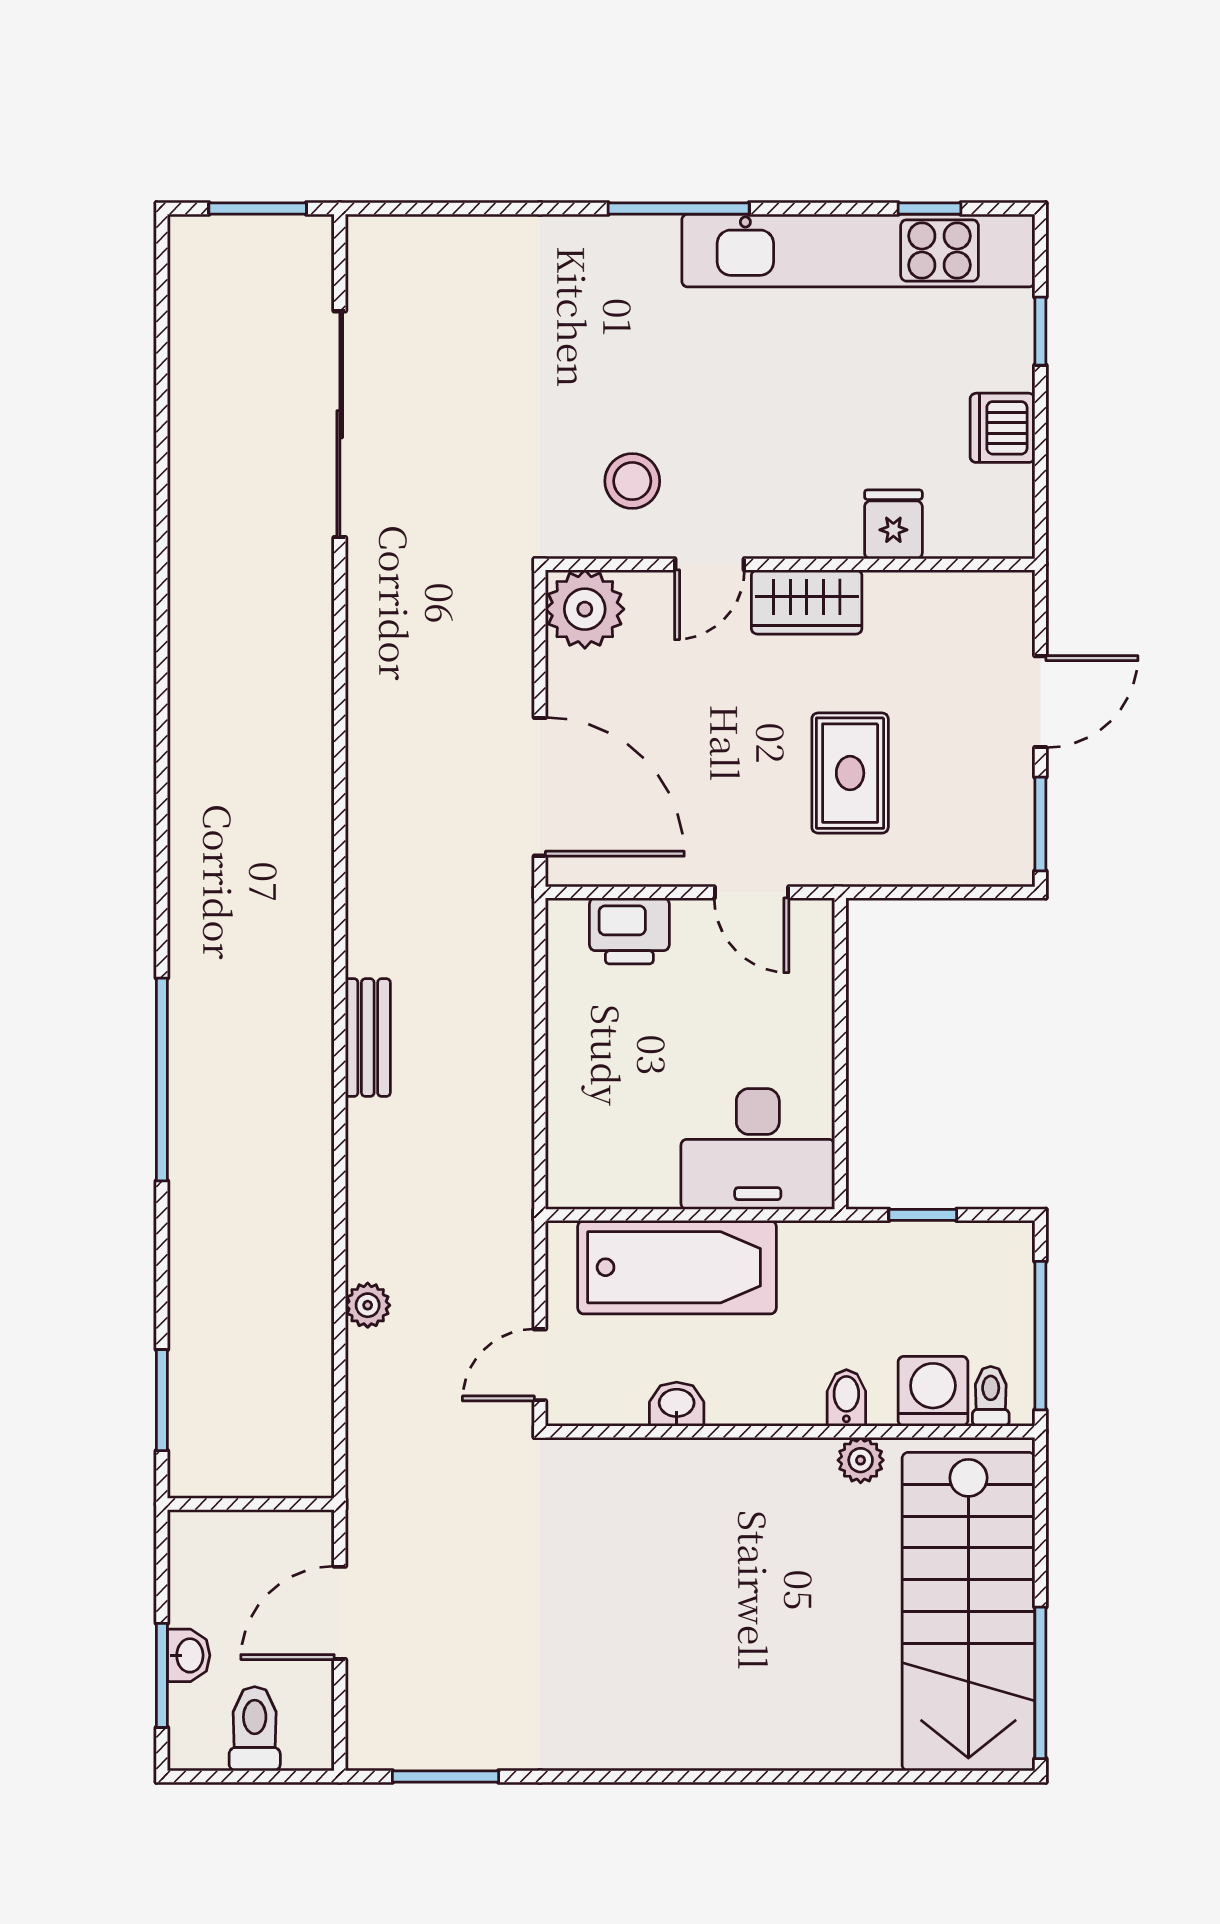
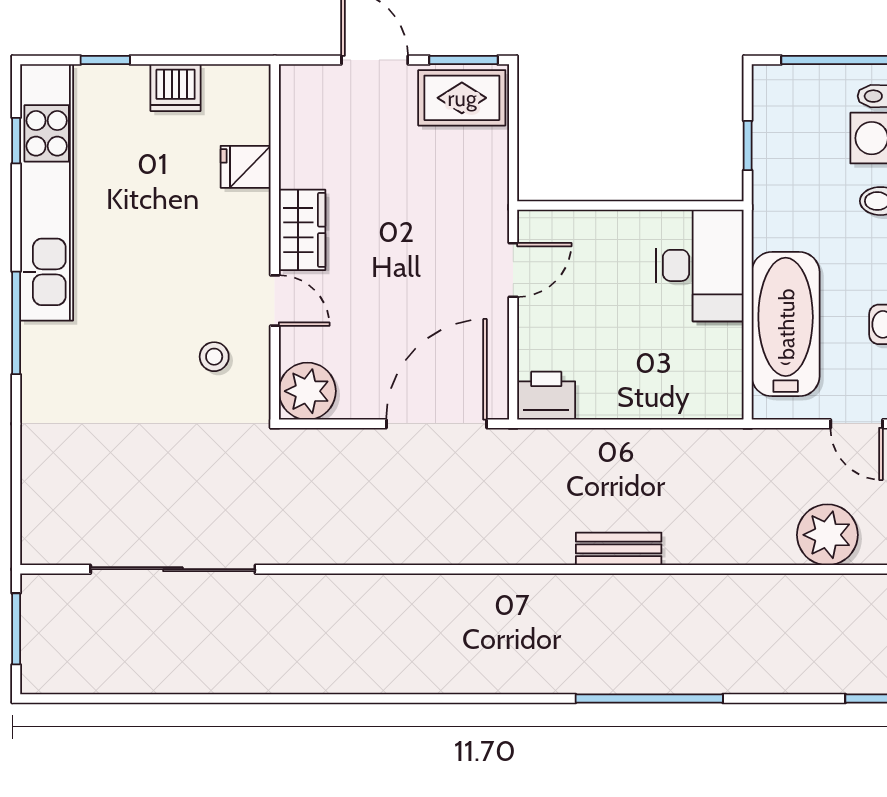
stool: (632, 481) -> (214, 357), width x0.73, depth x0.73
rug: (850, 773) -> (462, 98), moved
printer: (629, 931) -> (546, 396), moved, turned -90
plant: (368, 1305) -> (827, 535), width x1.88, depth x1.88

